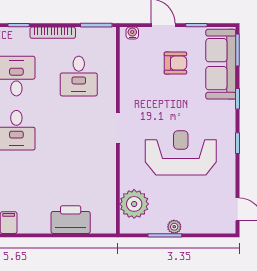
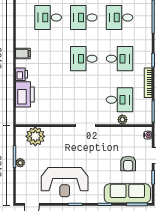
plant: (109, 72) -> (122, 120), added
desk: (79, 76) -> (120, 100), turned 180
reception desk: (181, 153) -> (65, 182), moved, turned 90
printer: (40, 225) -> (22, 74), added

